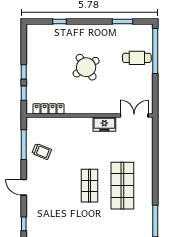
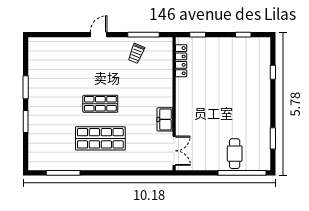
round table: (86, 67) -> (225, 100), removed
window: (24, 72) -> (243, 35), moved
window: (24, 224) -> (60, 35), removed

